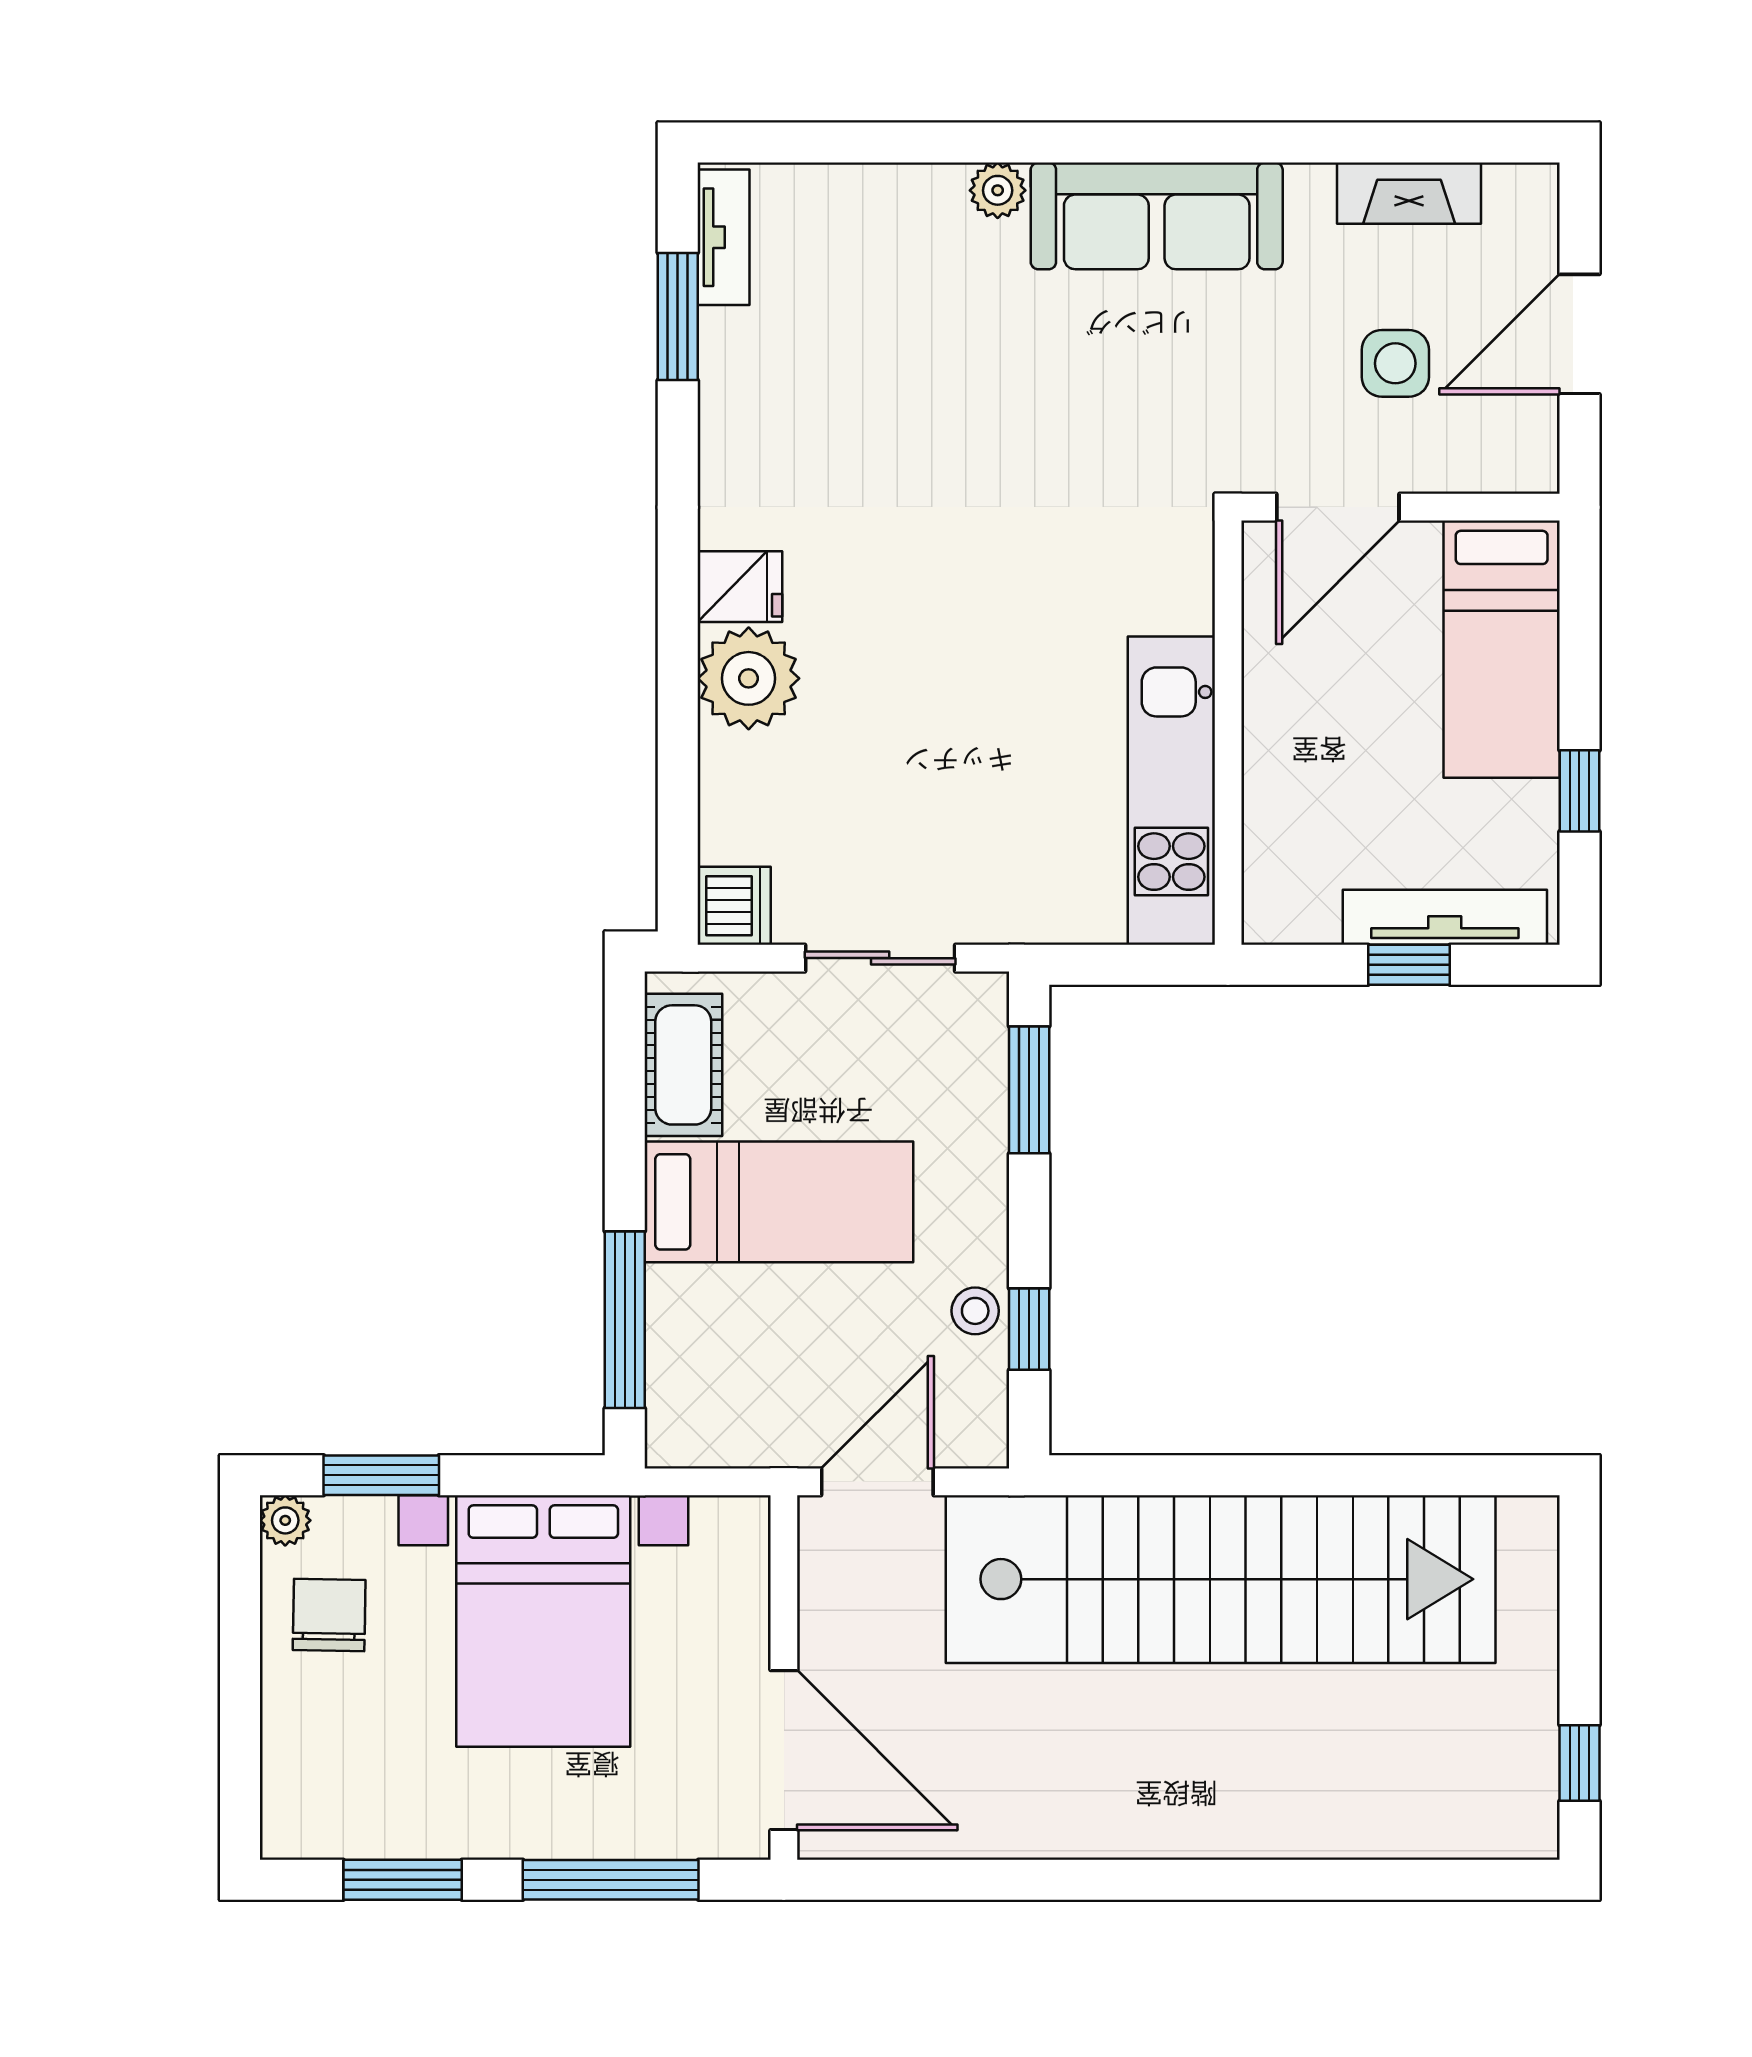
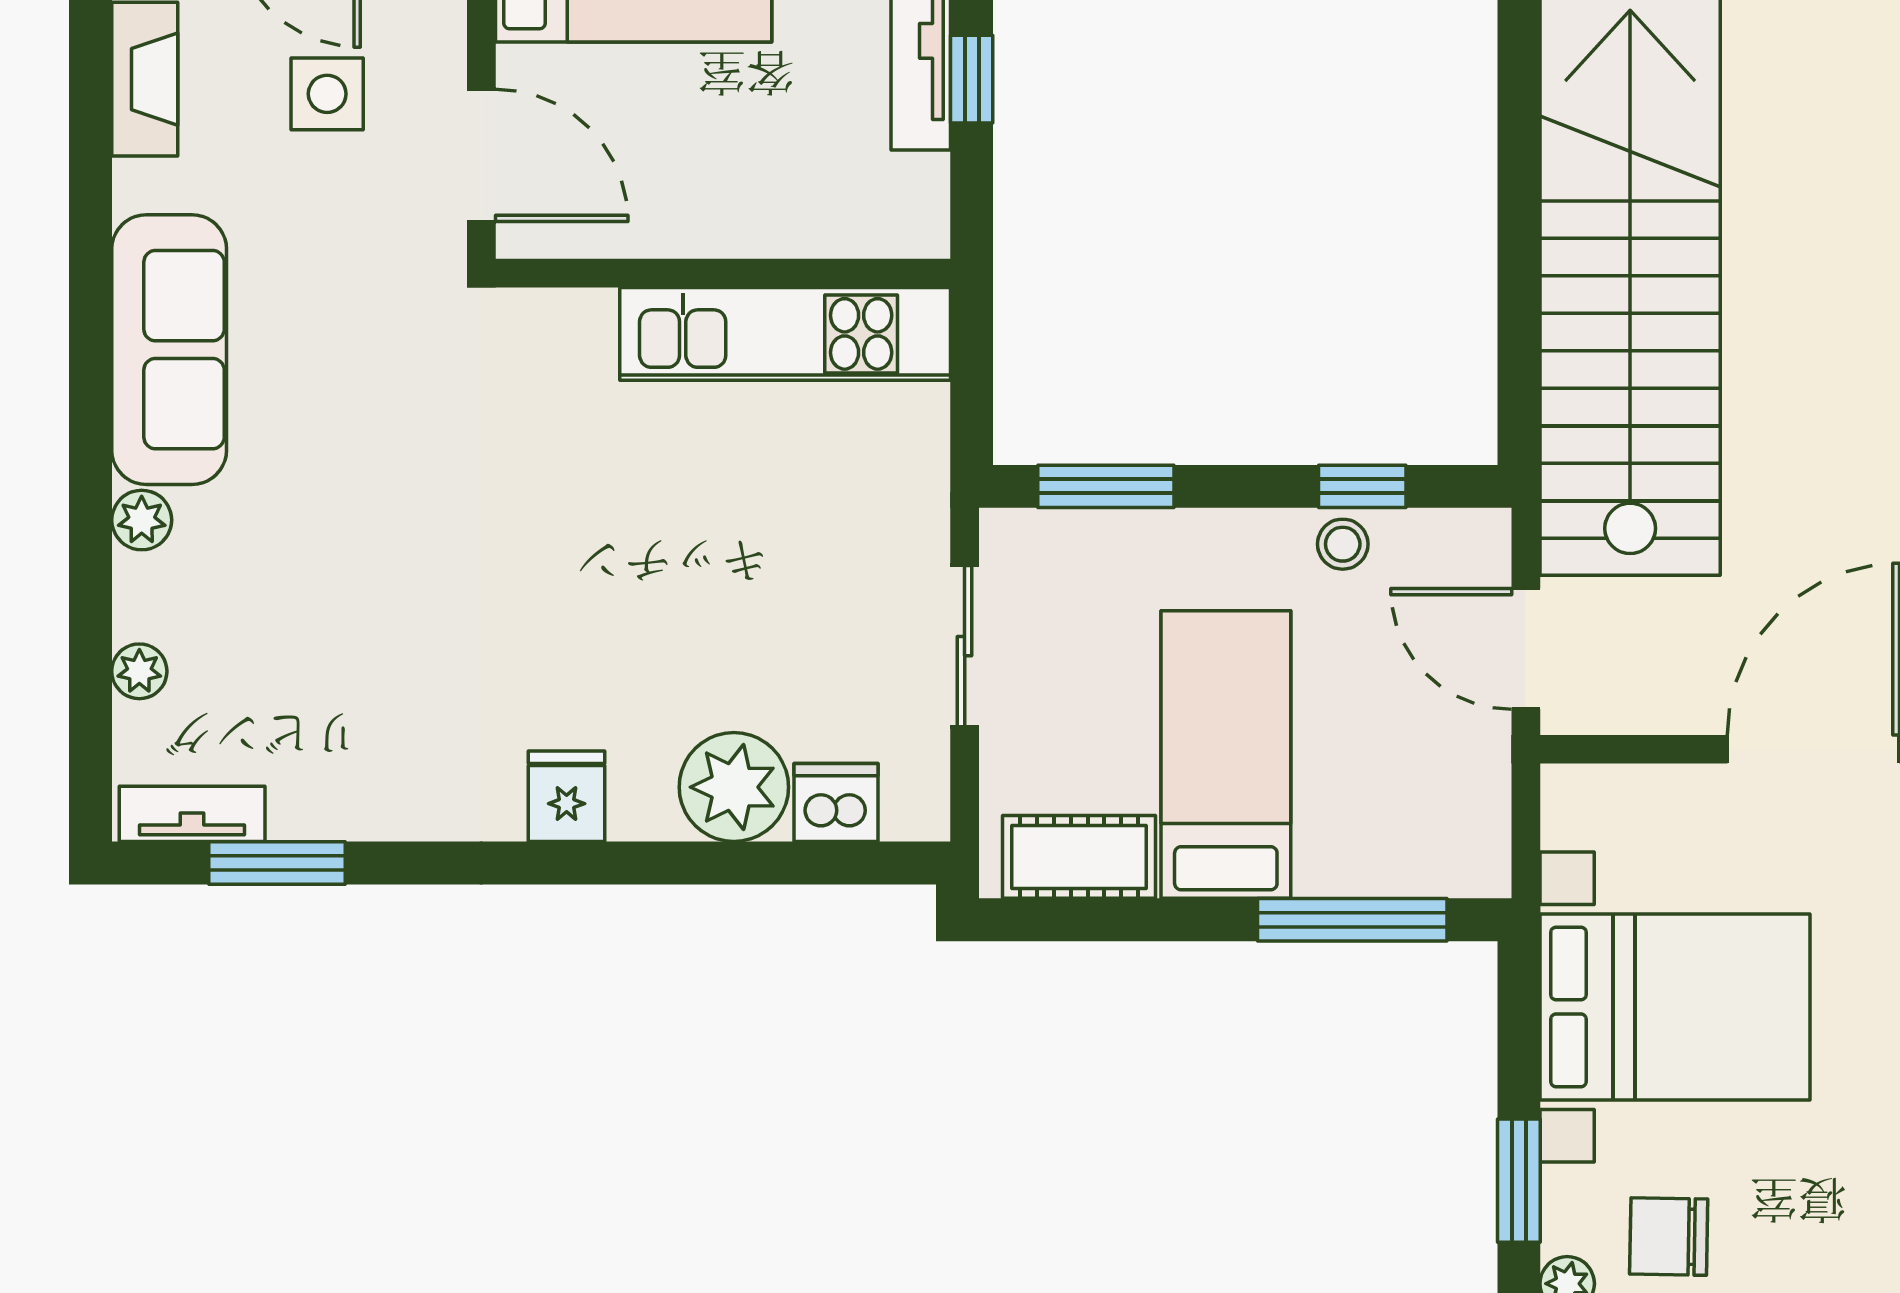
plant: (857, 188) -> (139, 671), added
plant: (749, 678) -> (734, 787), moved
dishwasher: (734, 906) -> (836, 802), moved

